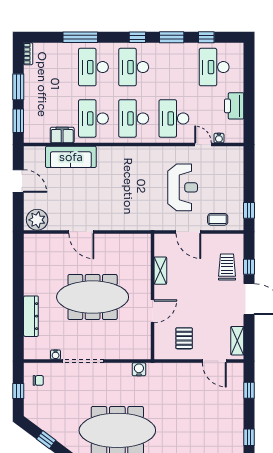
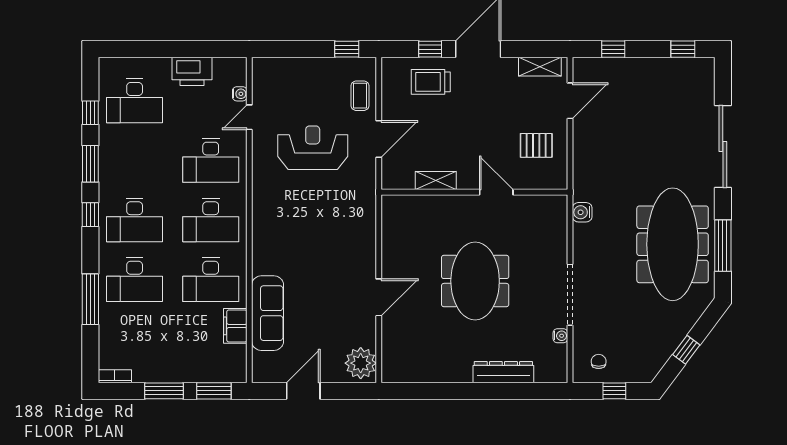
meeting table: (93, 297) -> (475, 281), width x0.73

